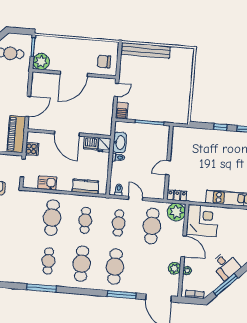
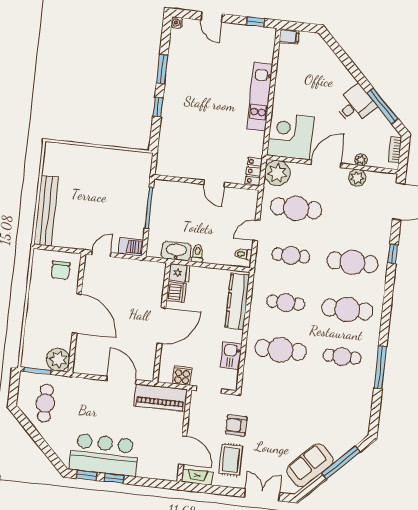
door: (116, 90) -> (101, 254), hinge flipped
kitchen counter: (85, 186) -> (237, 301), width x1.50
window: (122, 295) -> (393, 254), width x0.46

